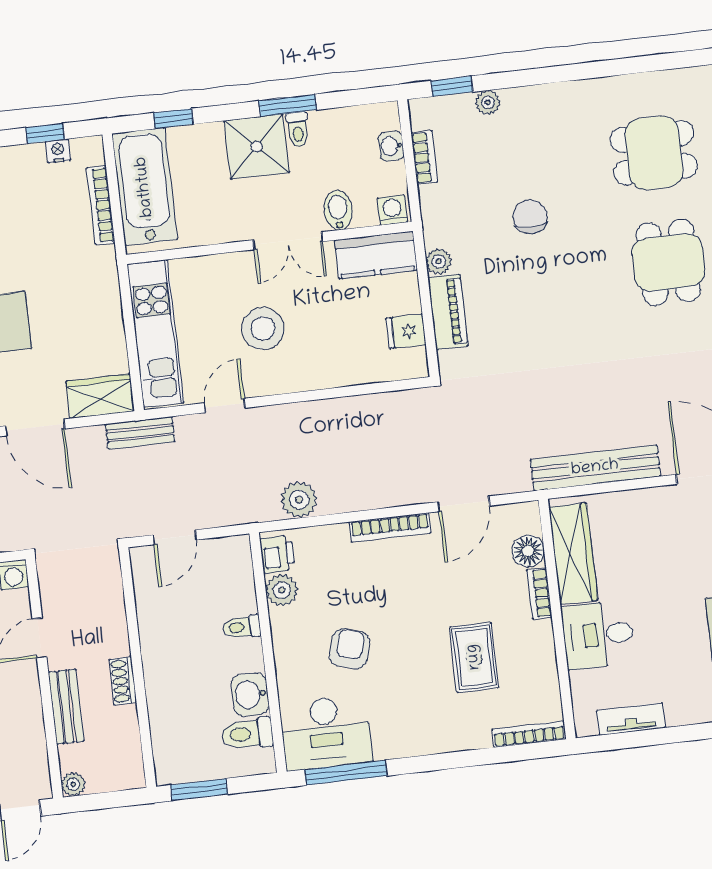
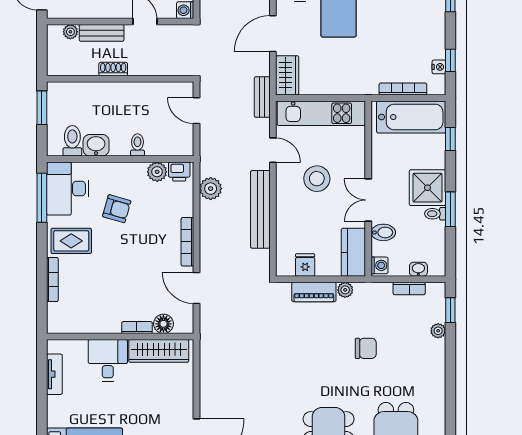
bench: (595, 468) -> (260, 209), moved
rug: (474, 657) -> (71, 241), moved
bookcase: (529, 734) -> (52, 280), moved
plant: (73, 784) -> (70, 32), moved

